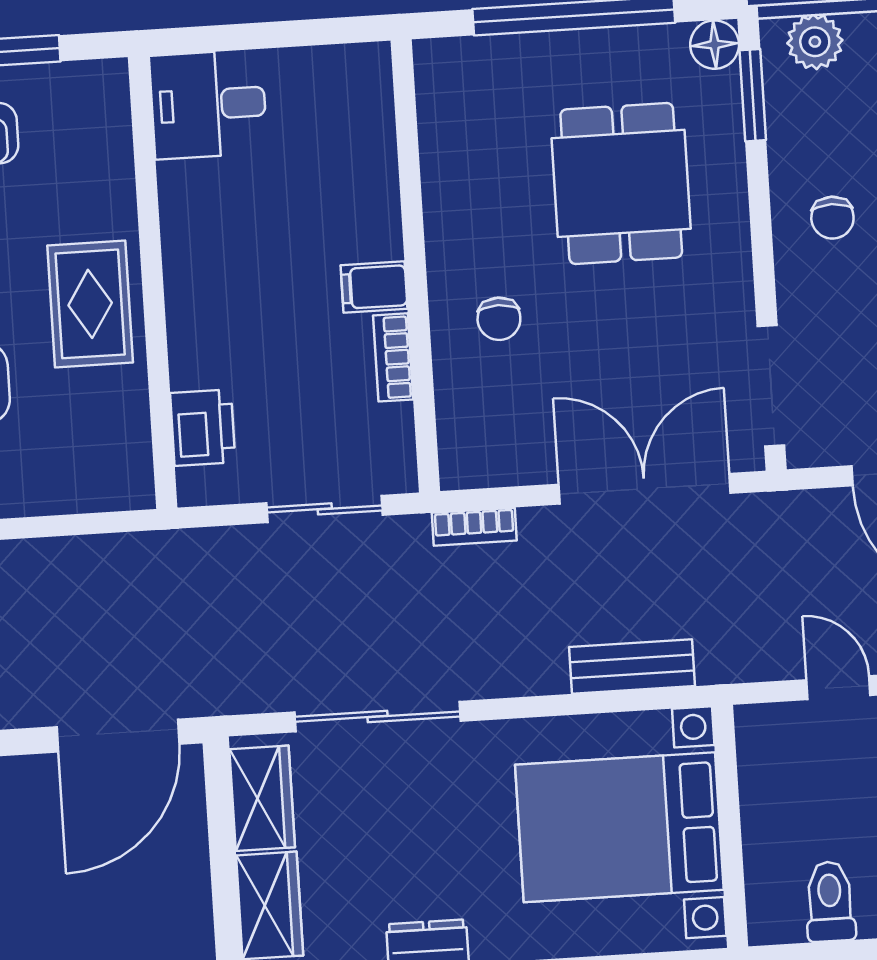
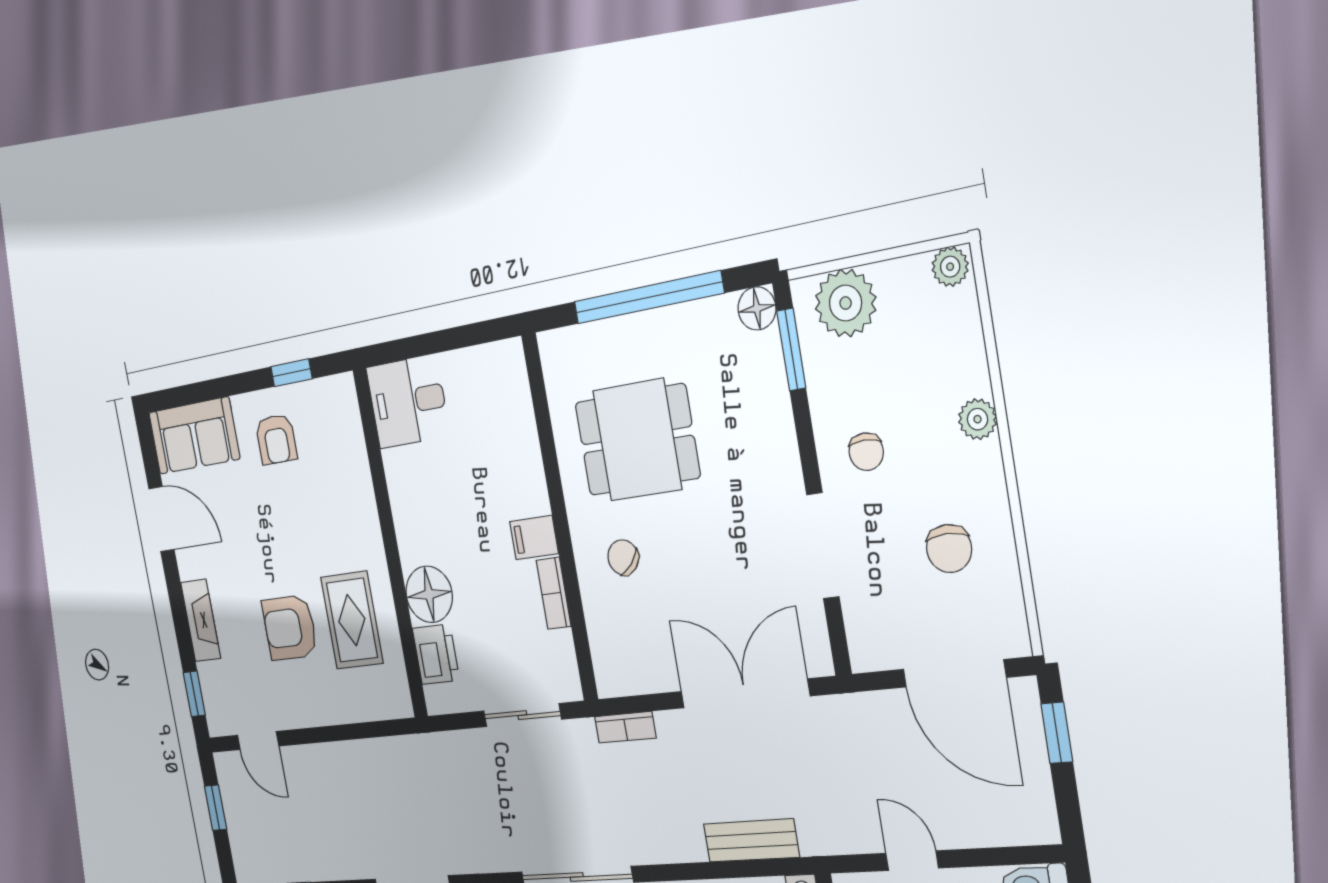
plant: (815, 42) -> (846, 303), width x1.36, depth x1.36
dining table: (621, 183) -> (637, 440), moved, turned 90
rug: (90, 304) -> (352, 620), moved
chair: (499, 319) -> (623, 557), turned 133
floor lamp: (204, 350) -> (429, 594), added
doorway: (771, 386) -> (823, 546), moved

